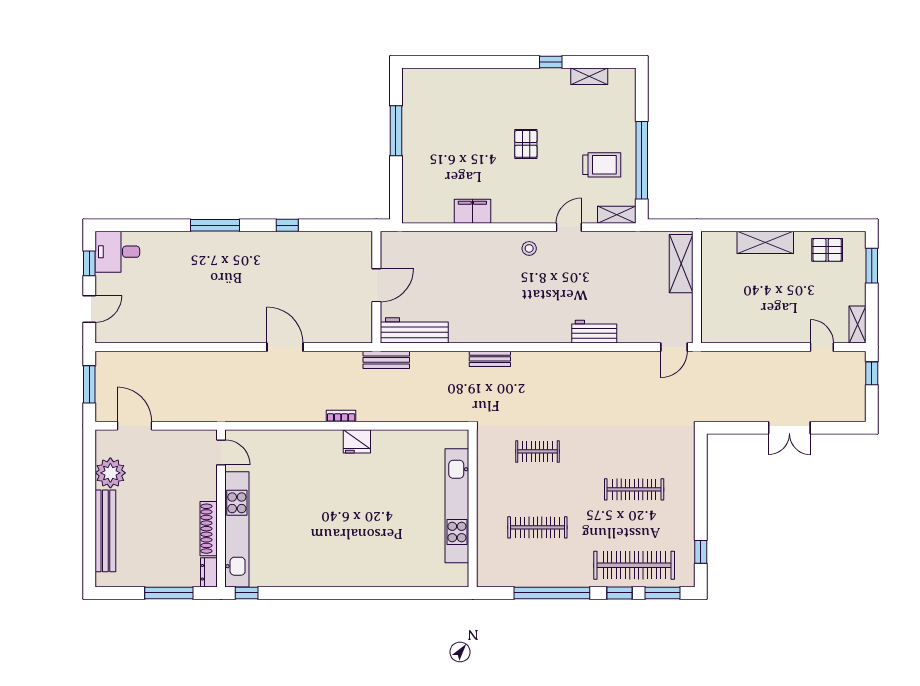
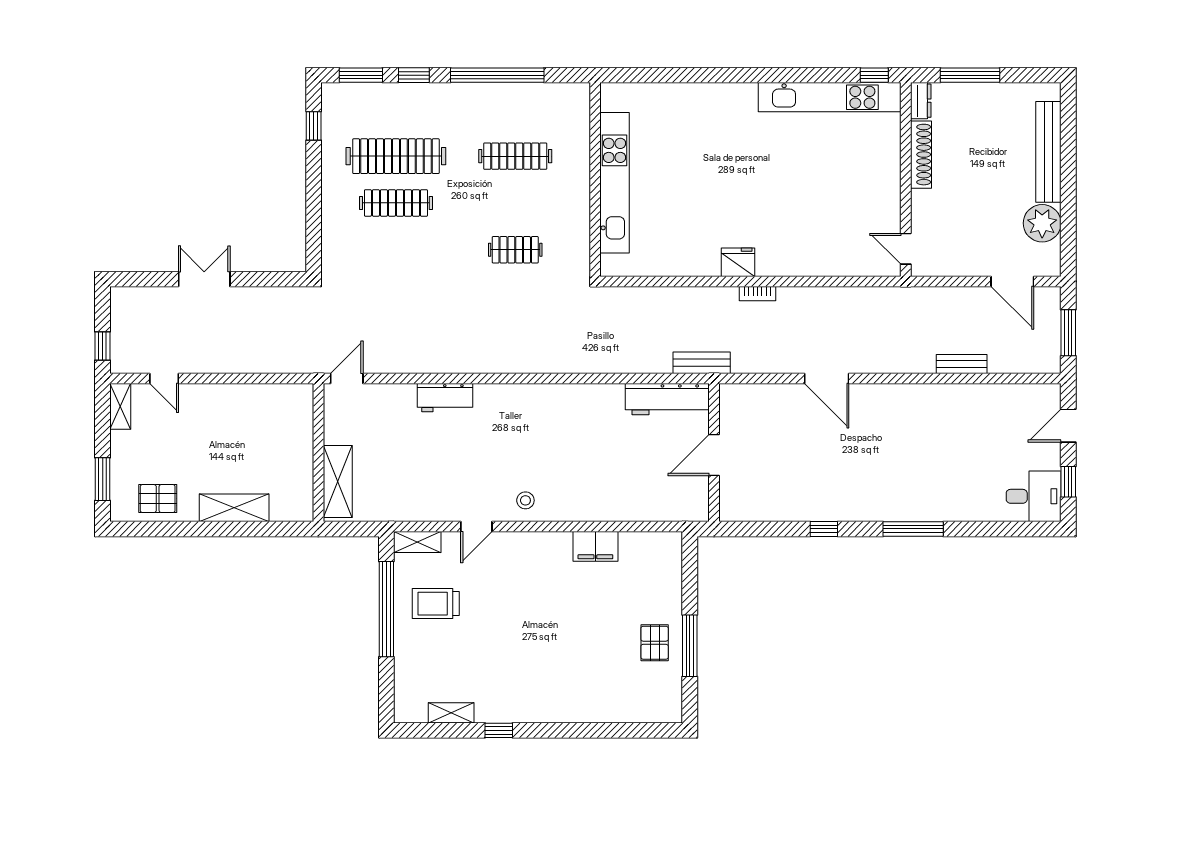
pallet: (526, 144) -> (655, 643), moved
bench: (490, 359) -> (962, 364), moved
kitchen unit: (237, 529) -> (830, 97), moved, turned -90
clothes rail: (634, 565) -> (396, 156), moved

